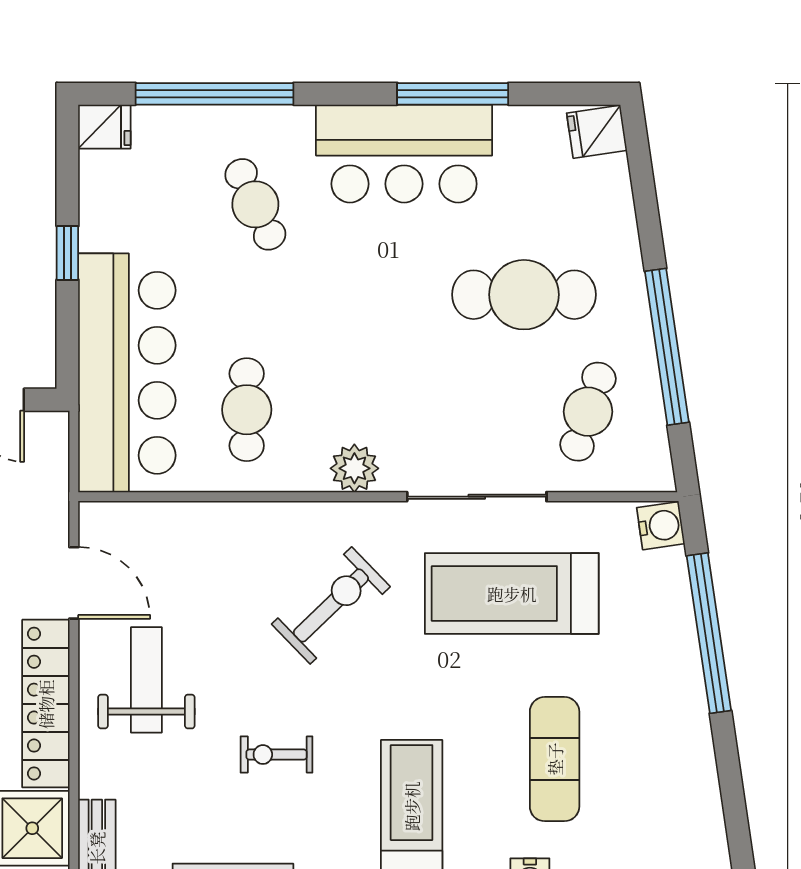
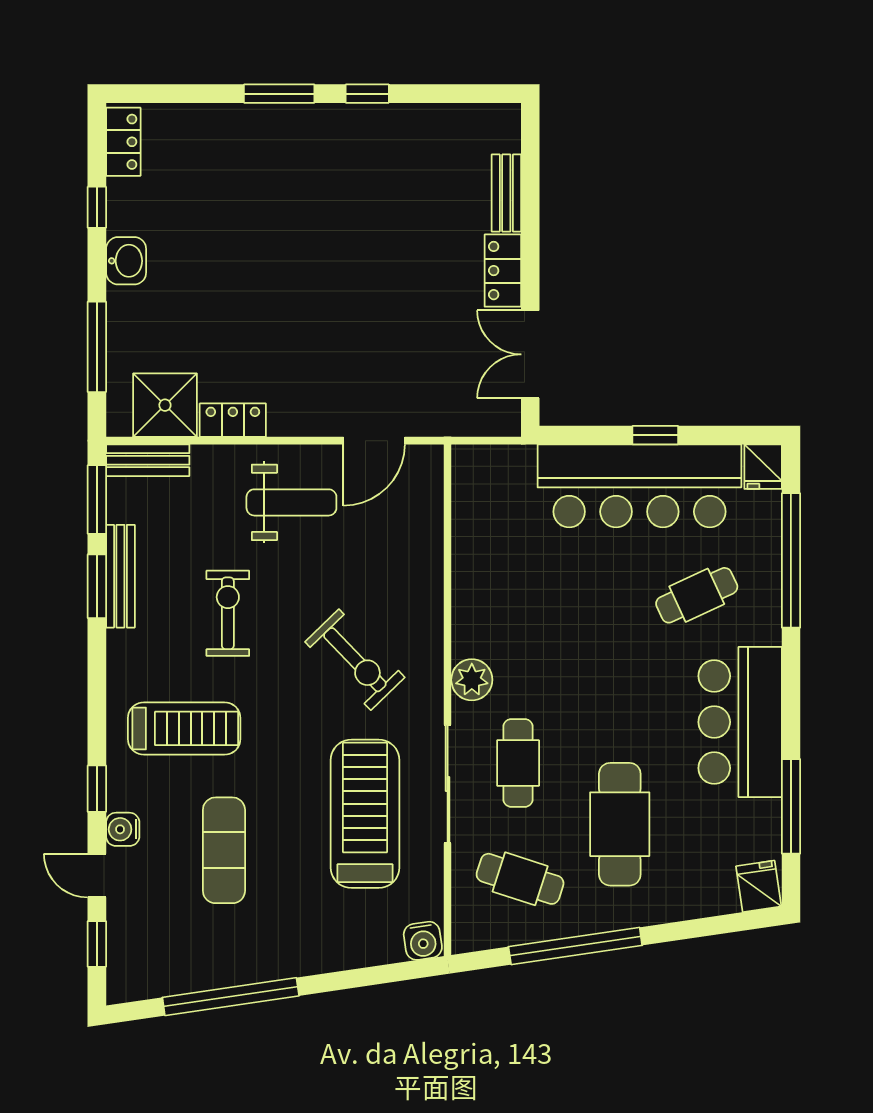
window: (453, 94) -> (791, 806), moved
bar counter: (127, 373) -> (639, 486), moved
cafe table: (247, 410) -> (518, 763), moved, turned 90
window: (709, 633) -> (231, 997), moved
locker: (46, 704) -> (233, 420), width x0.46, depth x0.83
exercise bike: (277, 755) -> (228, 613), width x1.38, depth x1.39
exercise mat: (555, 759) -> (224, 850), turned 90

